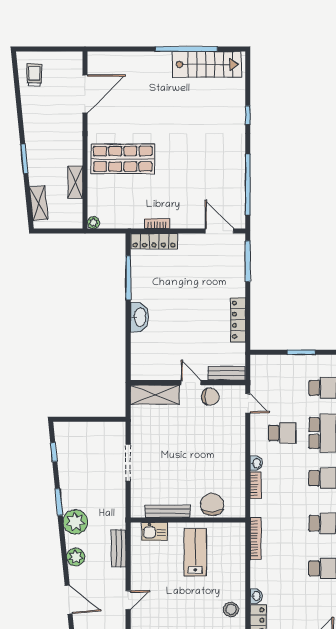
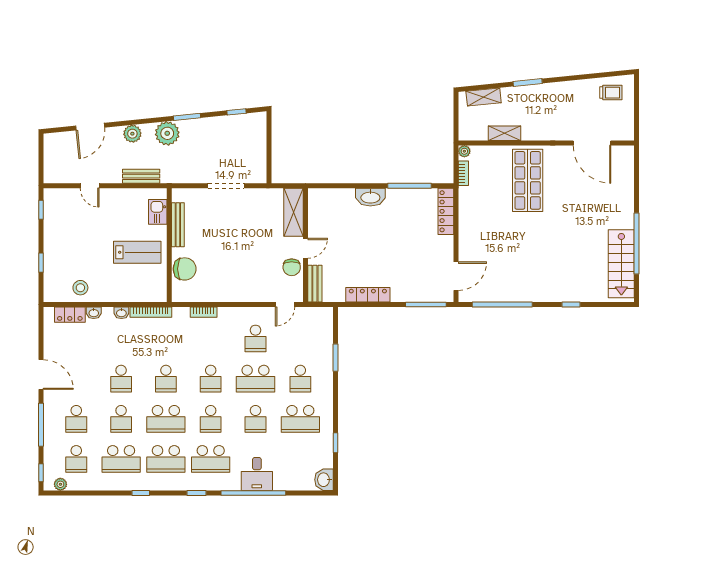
bookcase: (157, 224) -> (463, 173), moved
washbasin: (256, 463) -> (121, 313), moved

